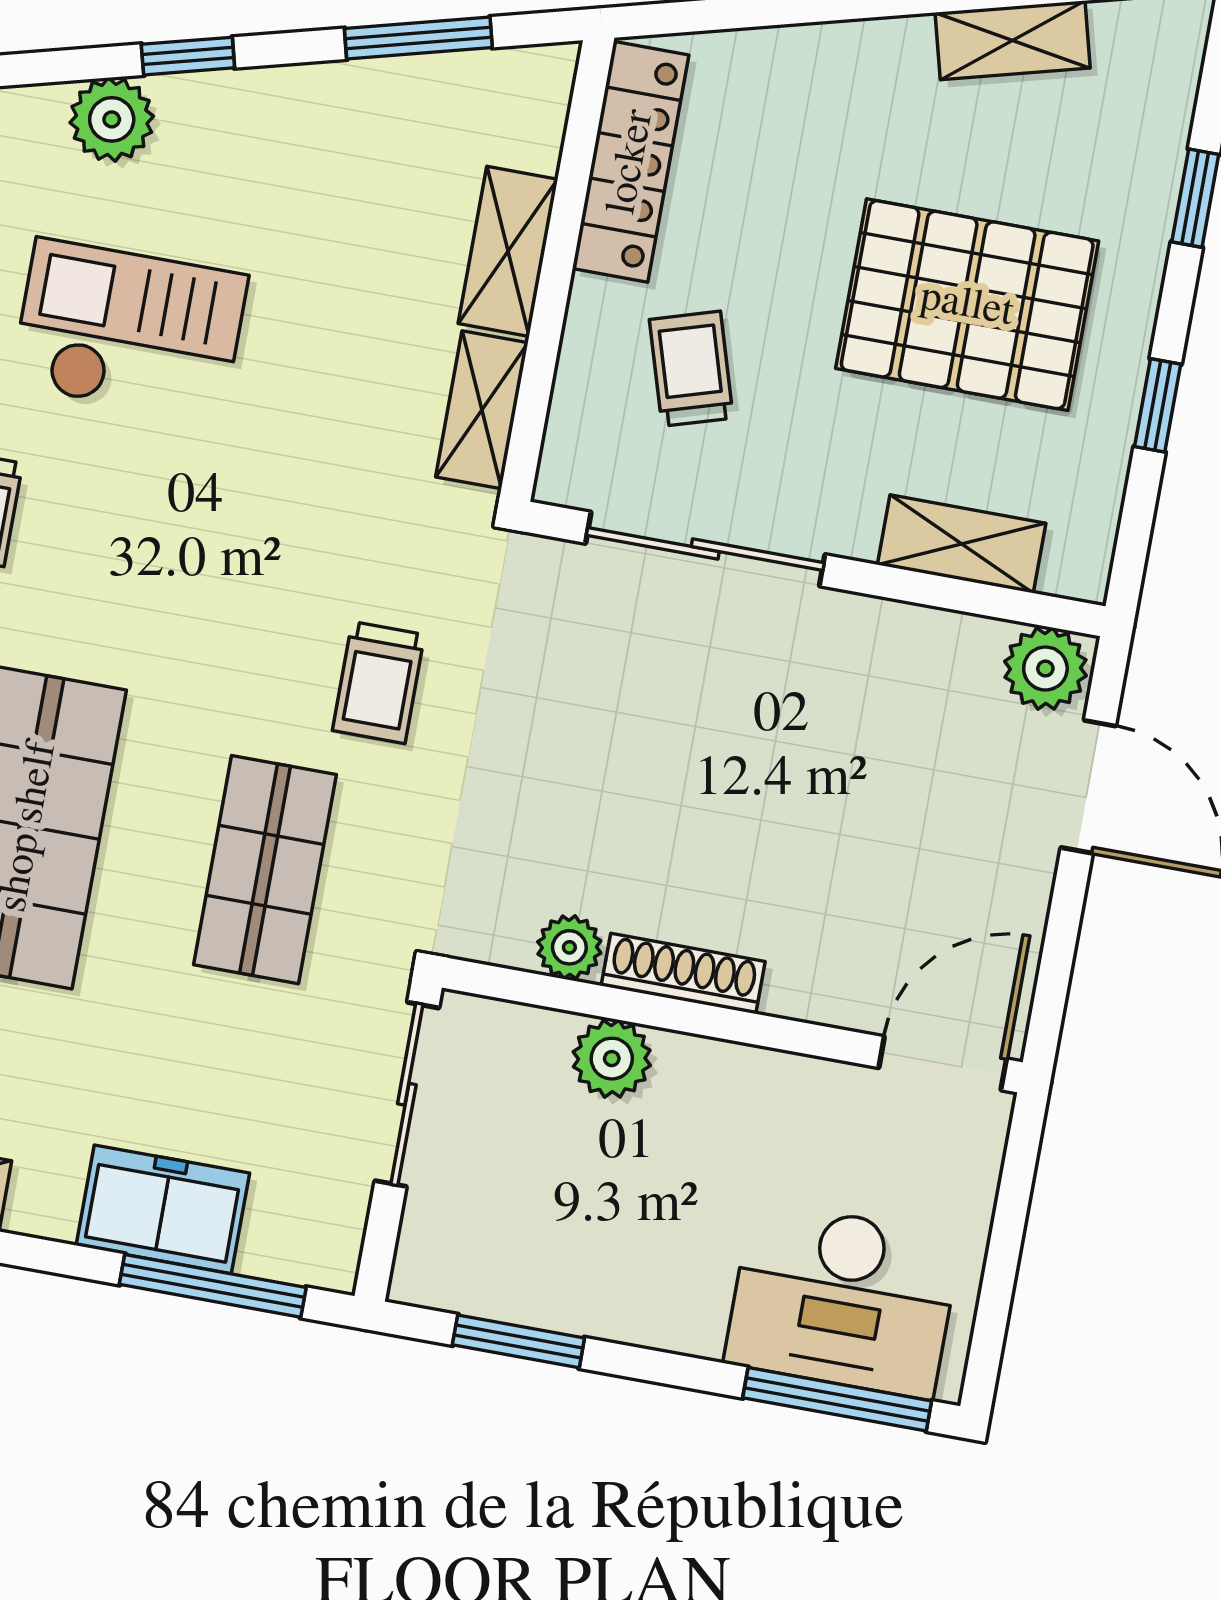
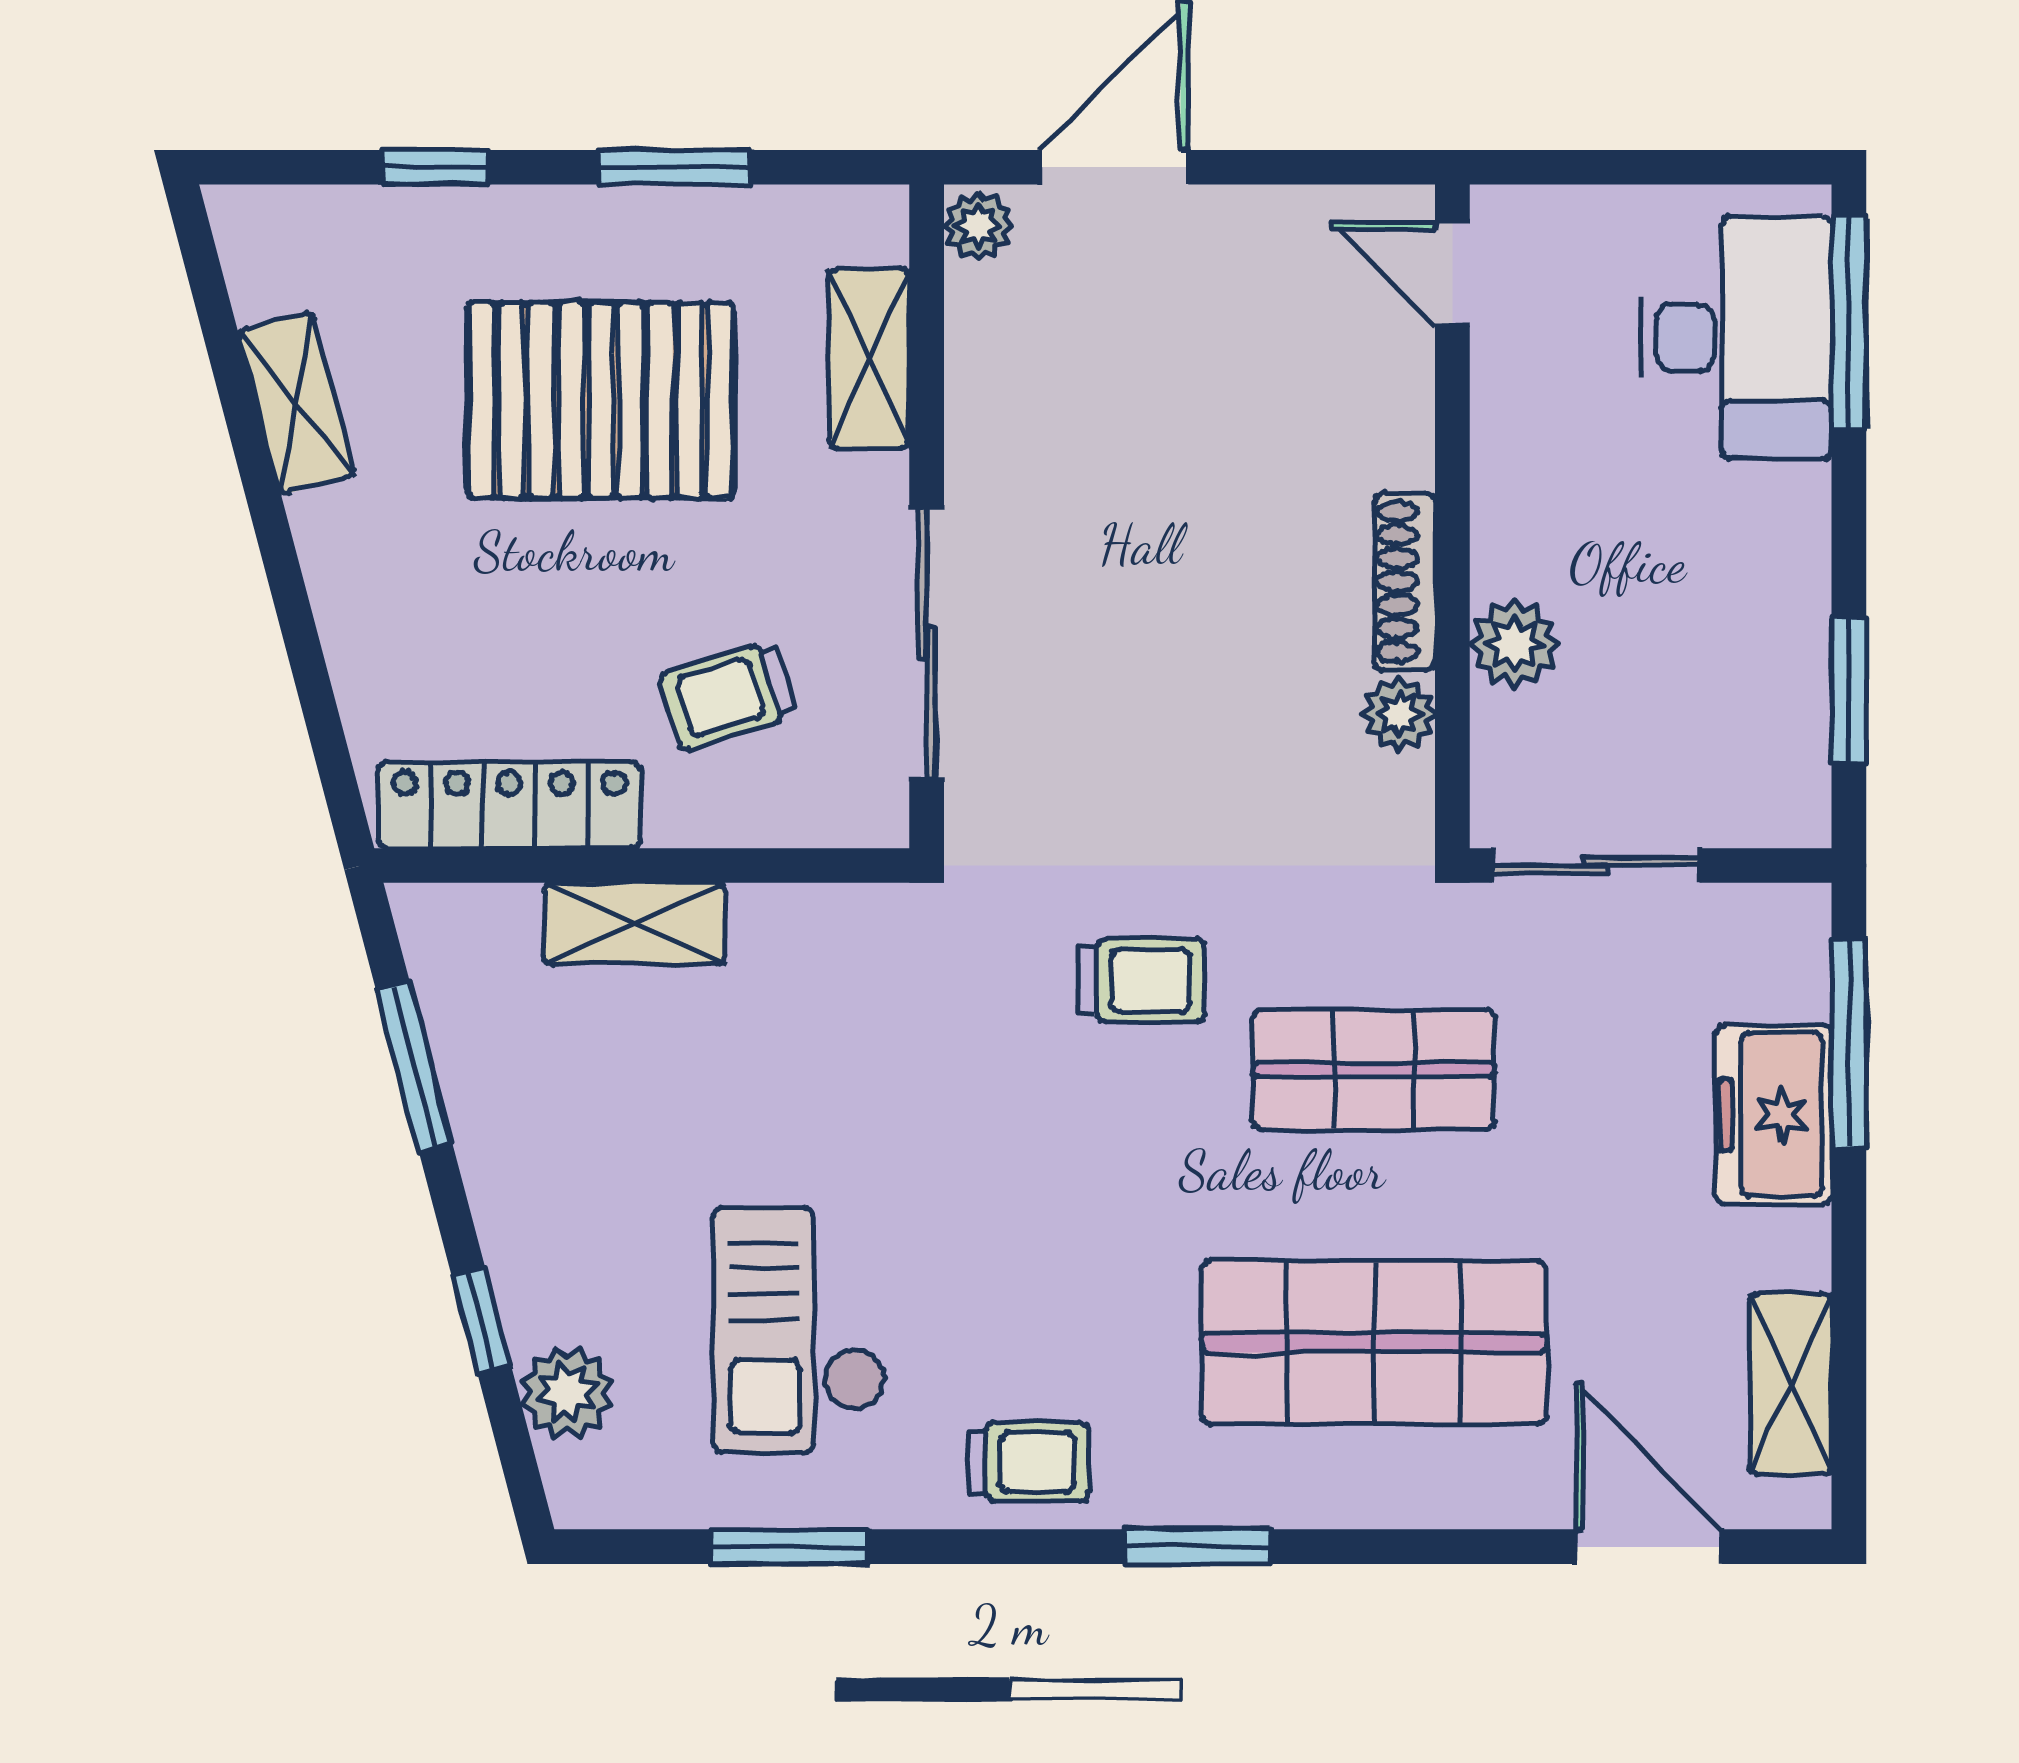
pallet: (967, 305) -> (601, 400), turned 90
window: (1158, 405) -> (675, 167), width x1.50
shelving: (482, 410) -> (817, 921), removed
plant: (1045, 669) -> (978, 226), width x0.73, depth x0.73
door: (943, 1063) -> (1452, 274), width x0.73

